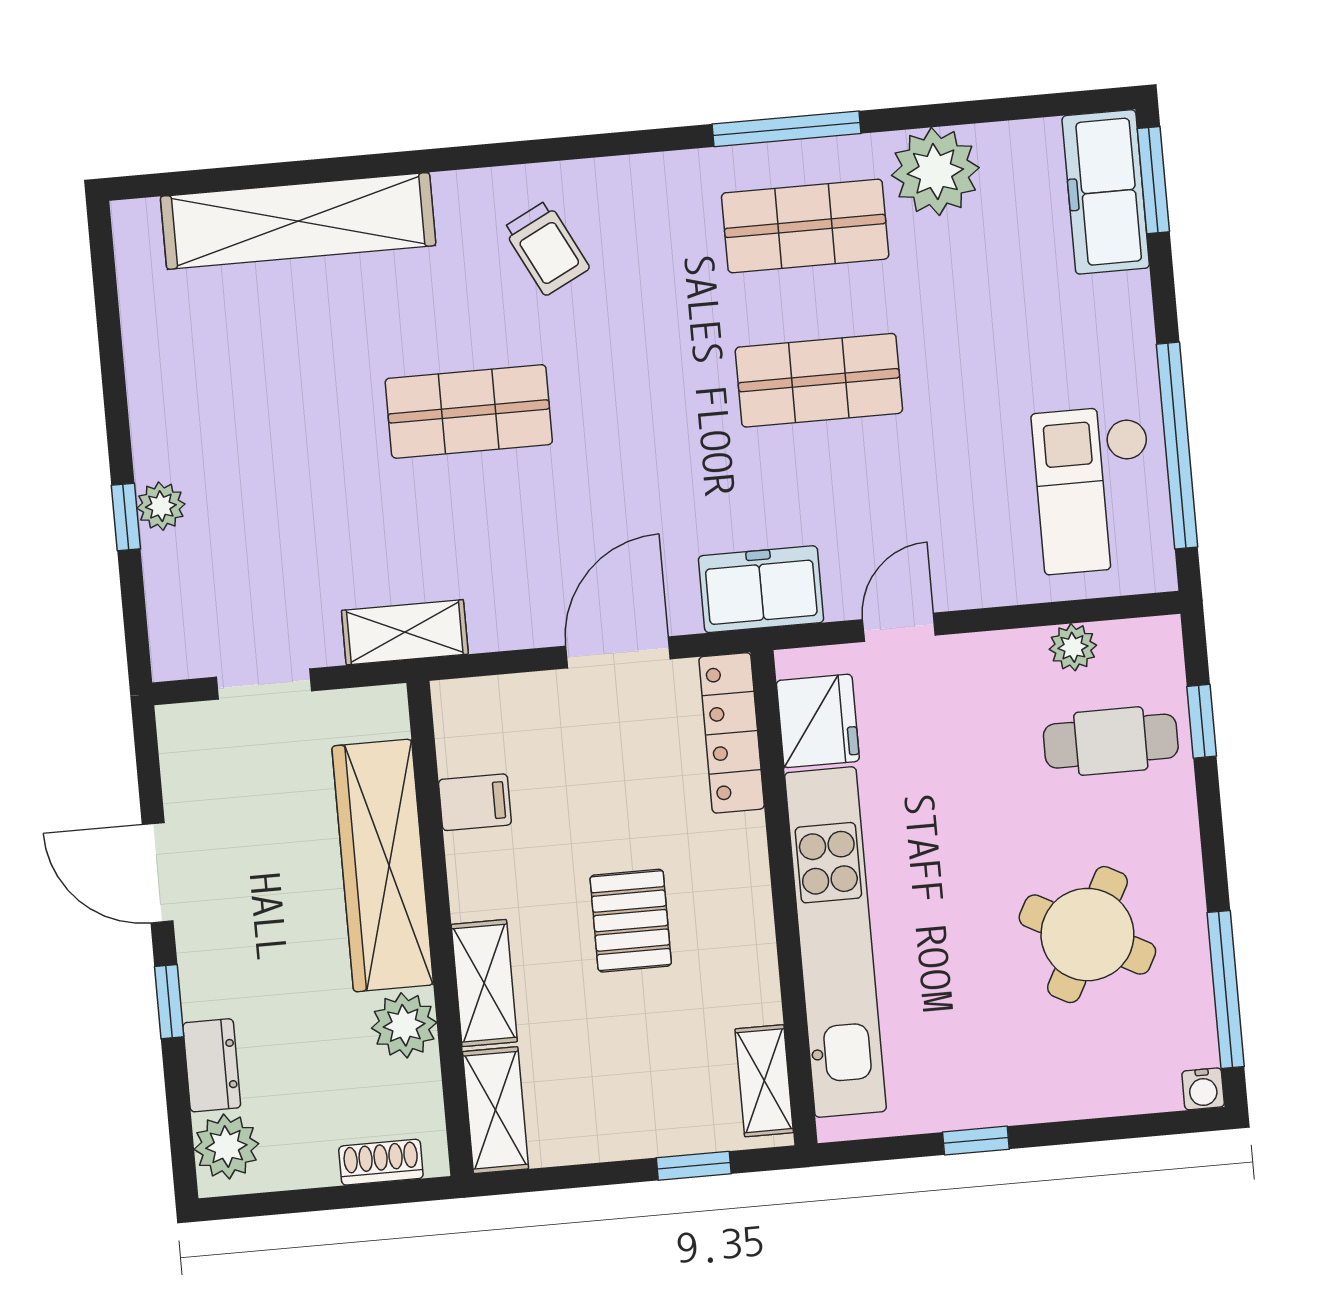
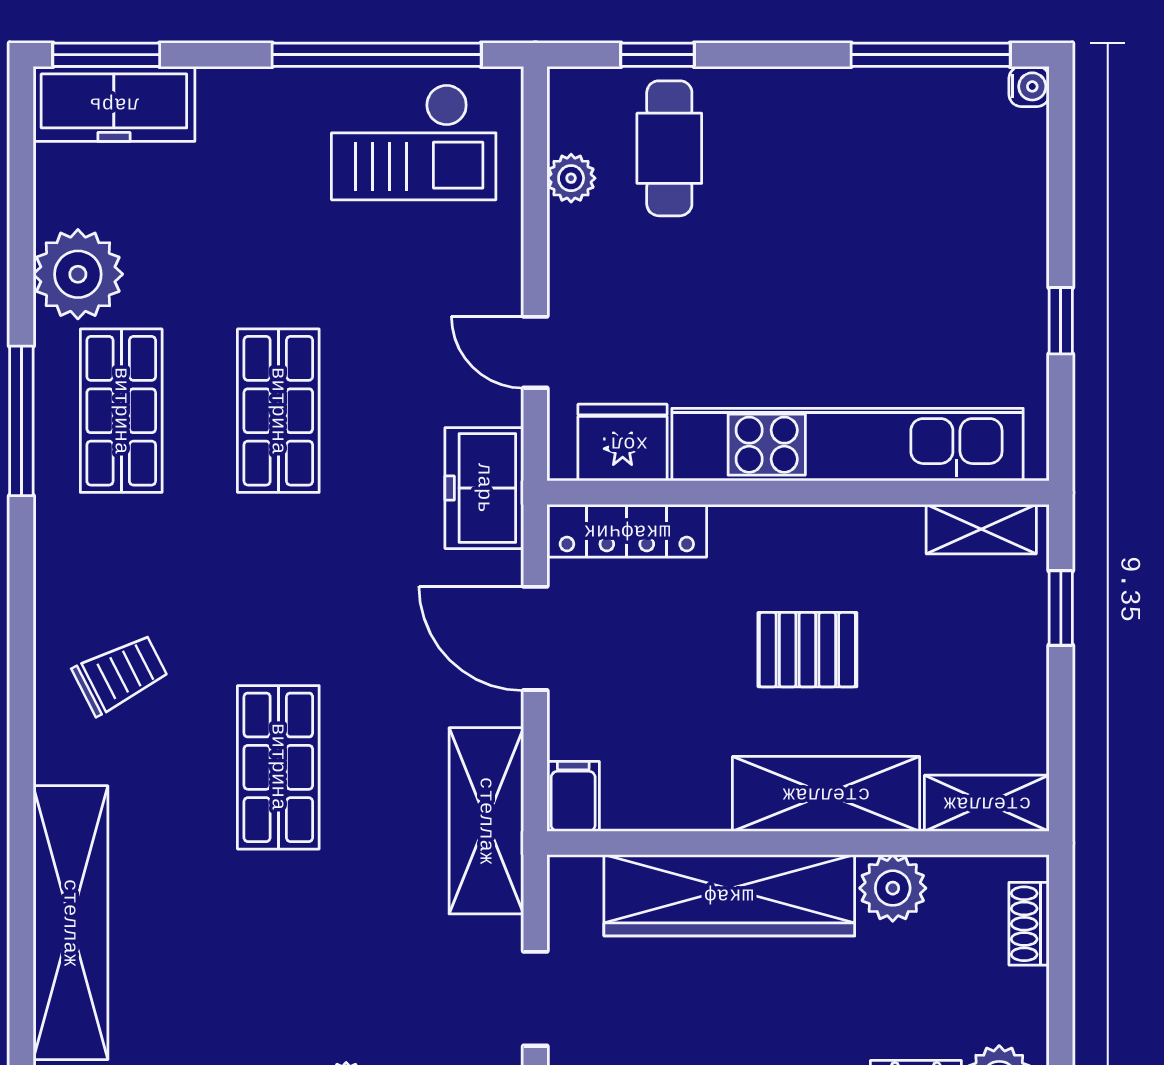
shelving: (405, 632) -> (486, 821), width x1.50, depth x1.33
filing cabinet: (475, 802) -> (573, 796), moved
round table: (1087, 935) -> (863, 189), removed
shelving: (484, 983) -> (826, 794), width x1.50, depth x1.33

